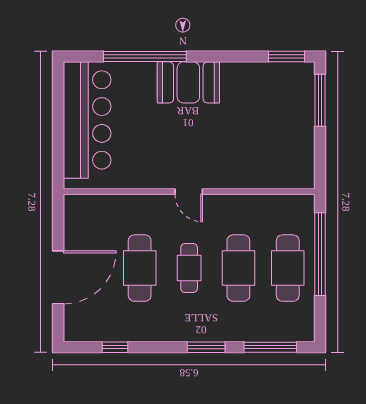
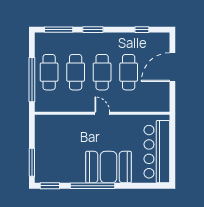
window: (145, 56) -> (92, 186), moved
booth: (188, 82) -> (108, 167), width x1.36, depth x1.42
cafe table: (189, 268) -> (102, 72), width x1.37, depth x1.35

